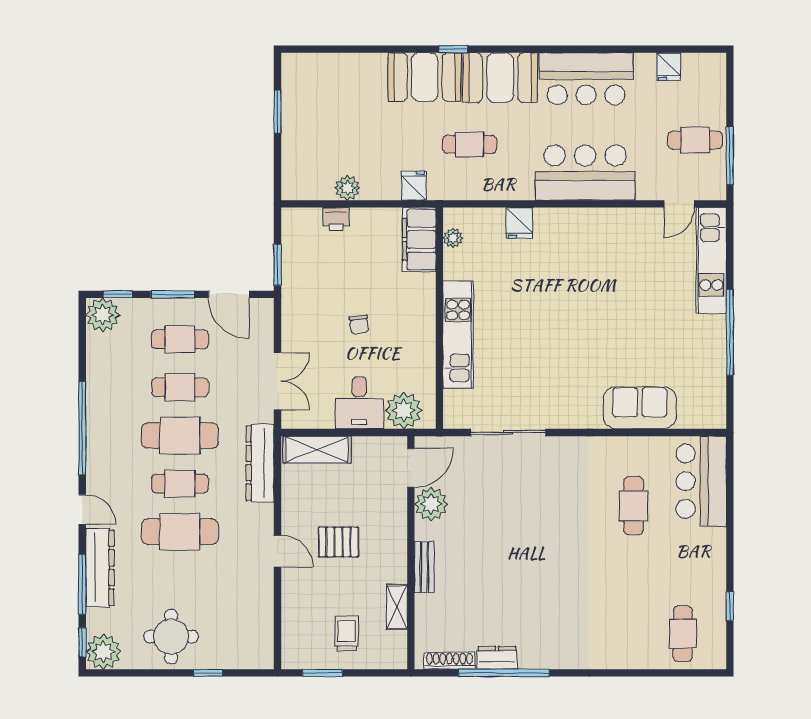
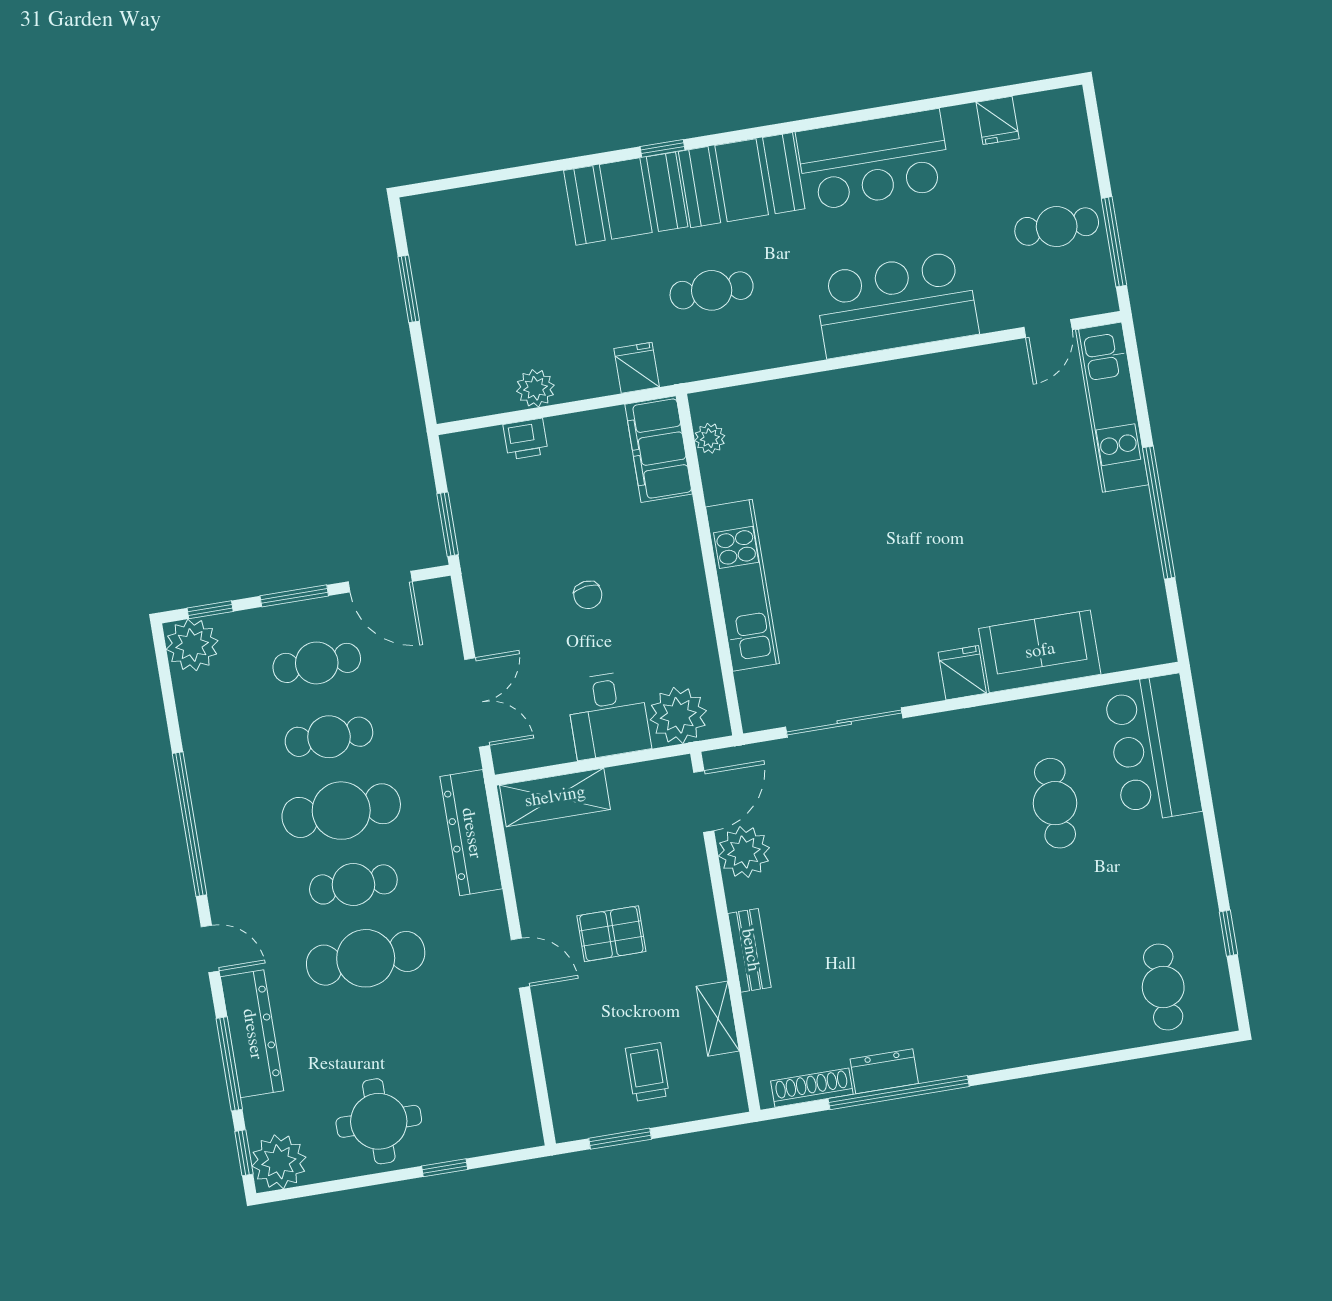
fridge: (519, 223) -> (962, 673), moved, turned 180

